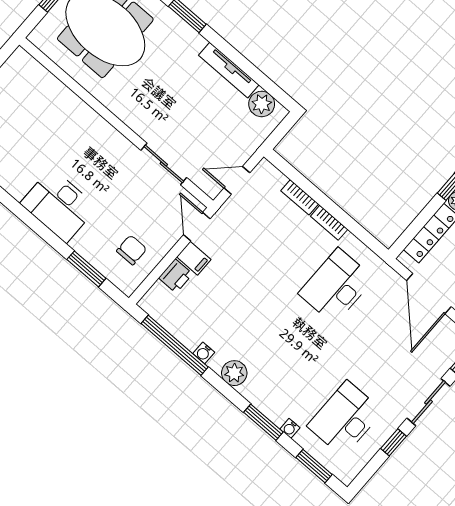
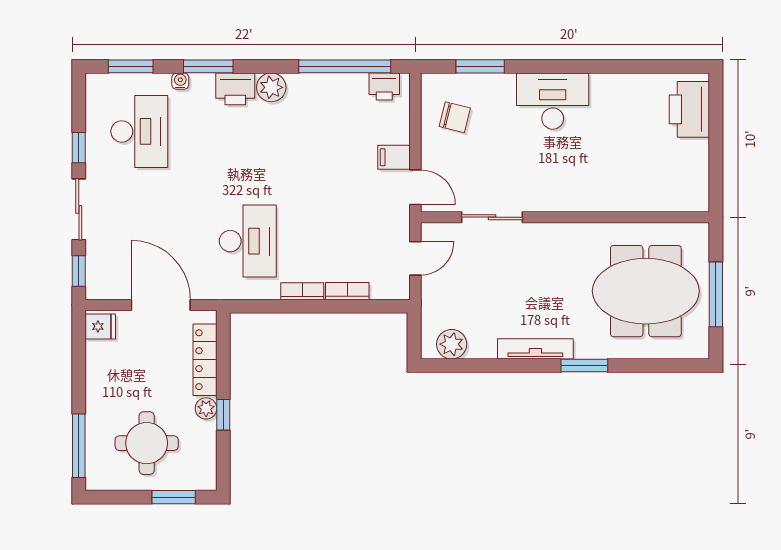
tv unit: (229, 70) -> (535, 349), moved
chair: (132, 250) -> (455, 117), turned -76
printer: (176, 276) -> (384, 86), moved, turned -90
water cooler: (204, 353) -> (313, 82), removed
printer: (258, 392) -> (235, 89), added

